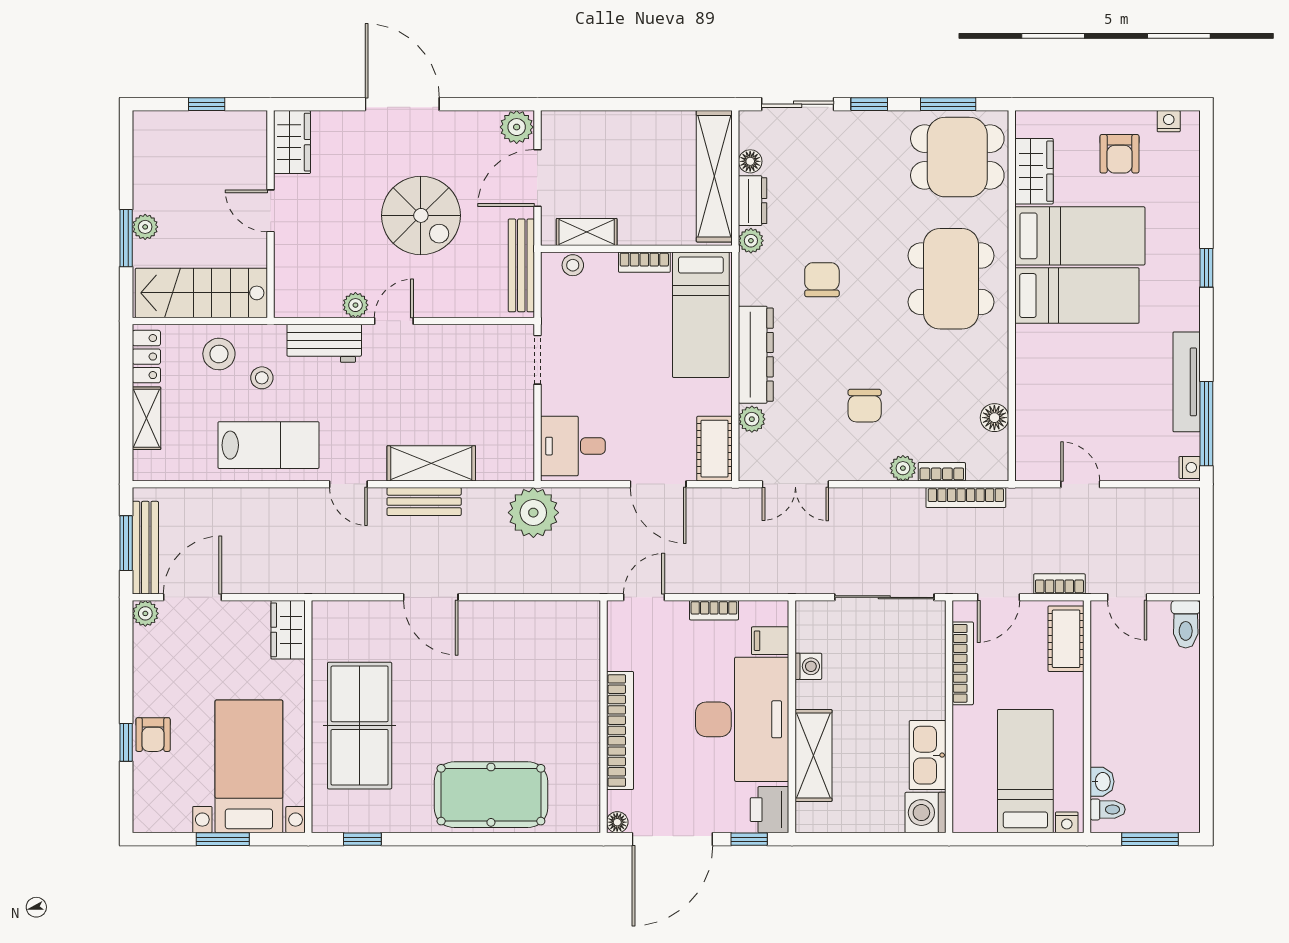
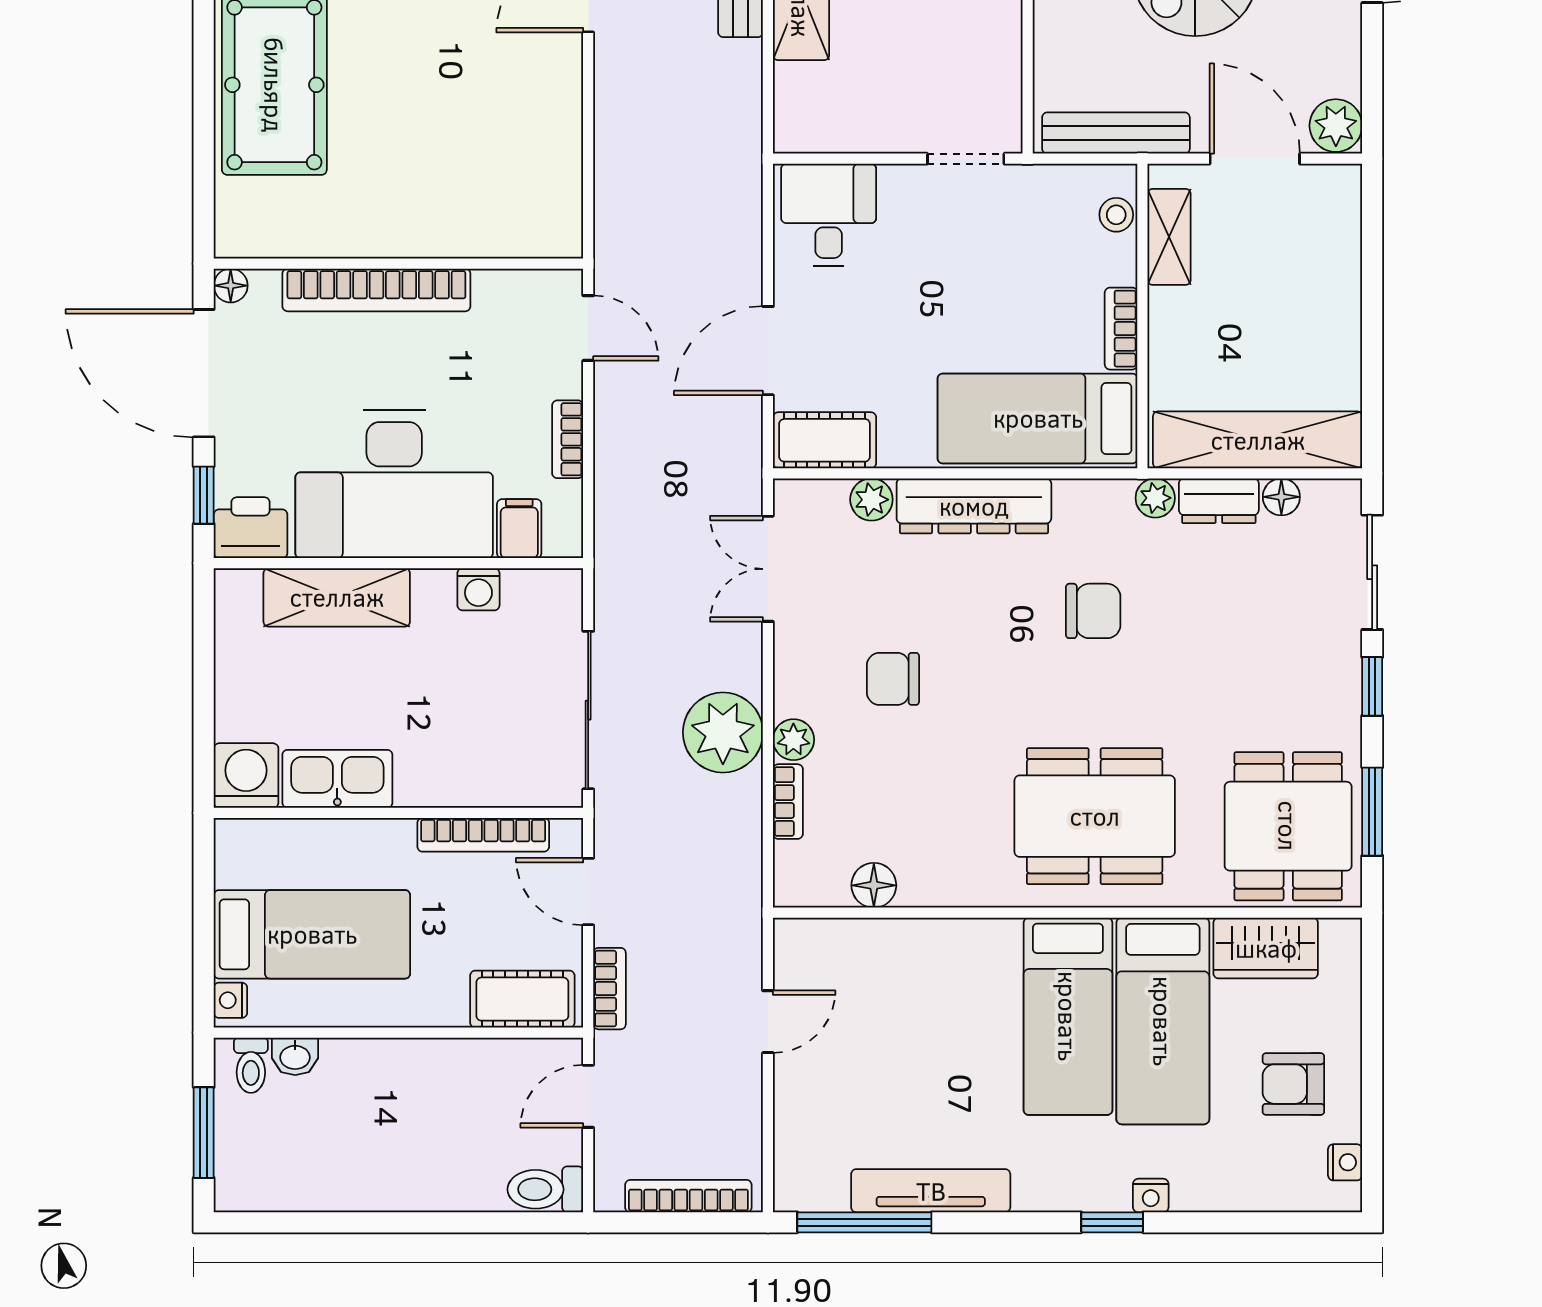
nightstand: (1190, 467) -> (1151, 1196), moved
bookcase: (966, 498) -> (688, 1196), moved, turned 90
plant: (533, 513) -> (723, 732), moved

